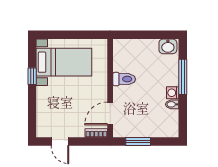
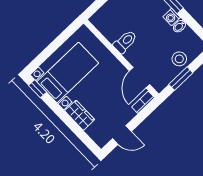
window: (32, 76) -> (37, 89), moved
wardrobe: (44, 100) -> (80, 115), added
stool: (150, 127) -> (179, 59), added

